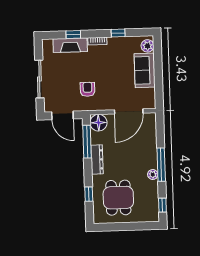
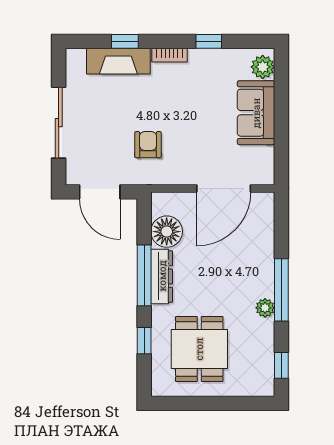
floor lamp: (99, 123) -> (167, 232), moved
window: (87, 142) -> (144, 275), moved

